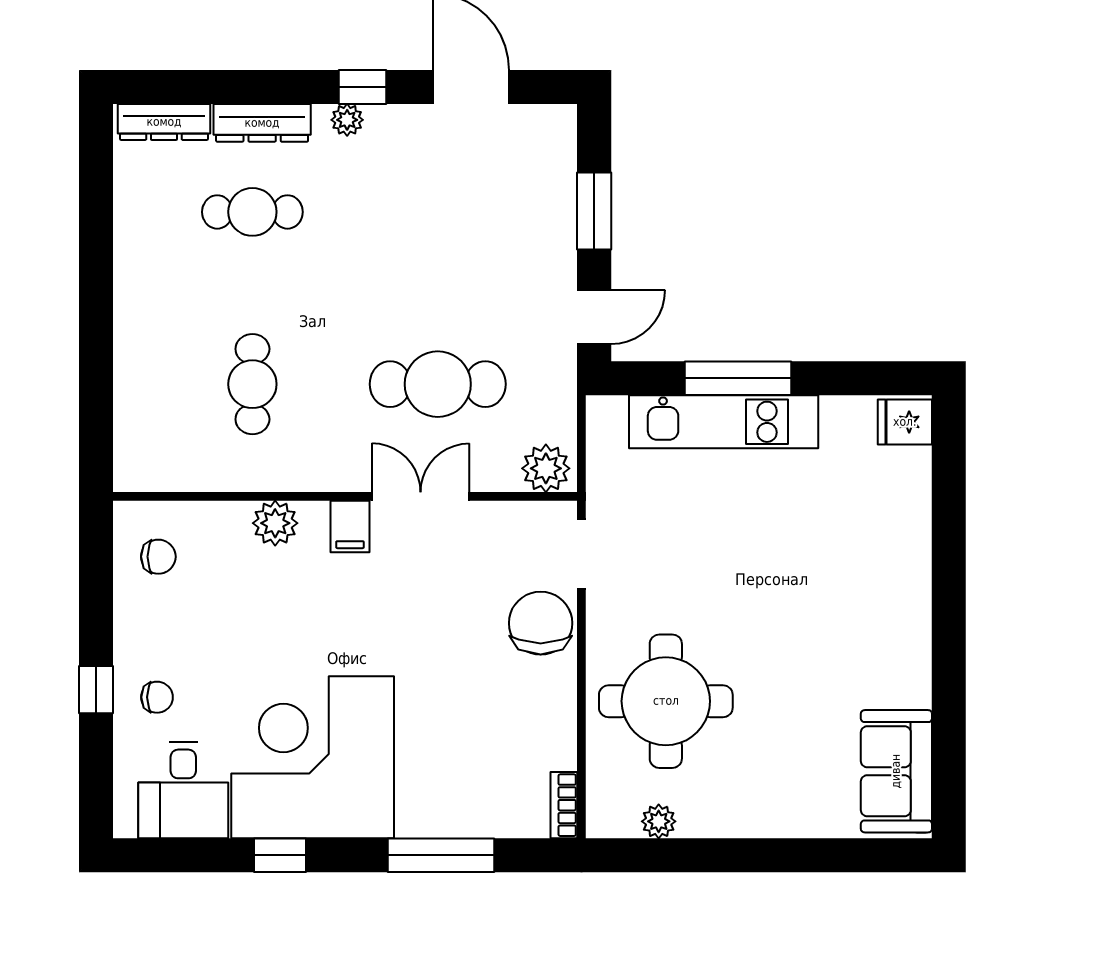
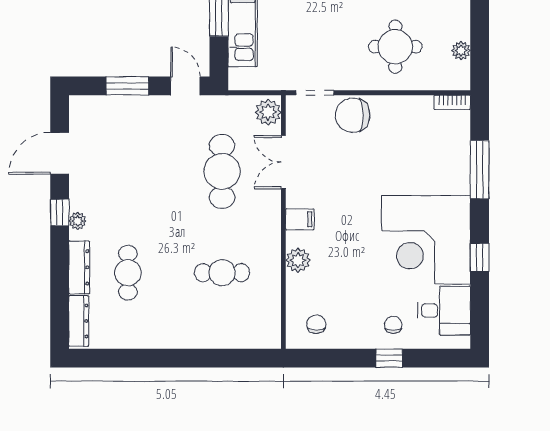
double door: (421, 496) -> (283, 162), moved
round table: (666, 701) -> (395, 47), width x0.73, depth x0.73

